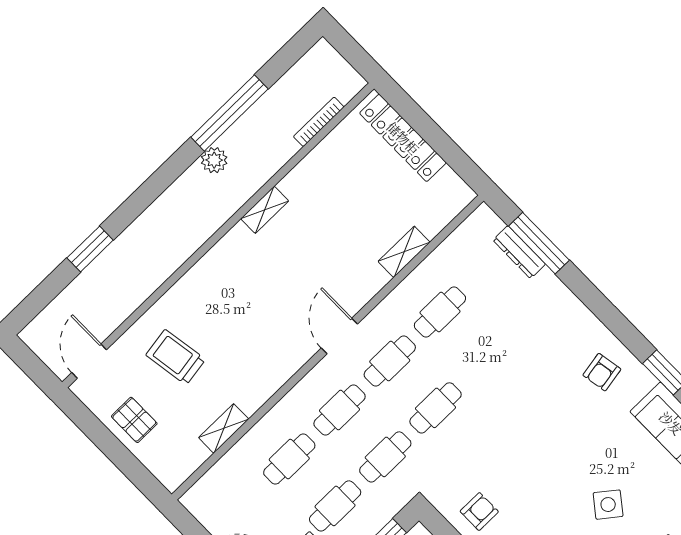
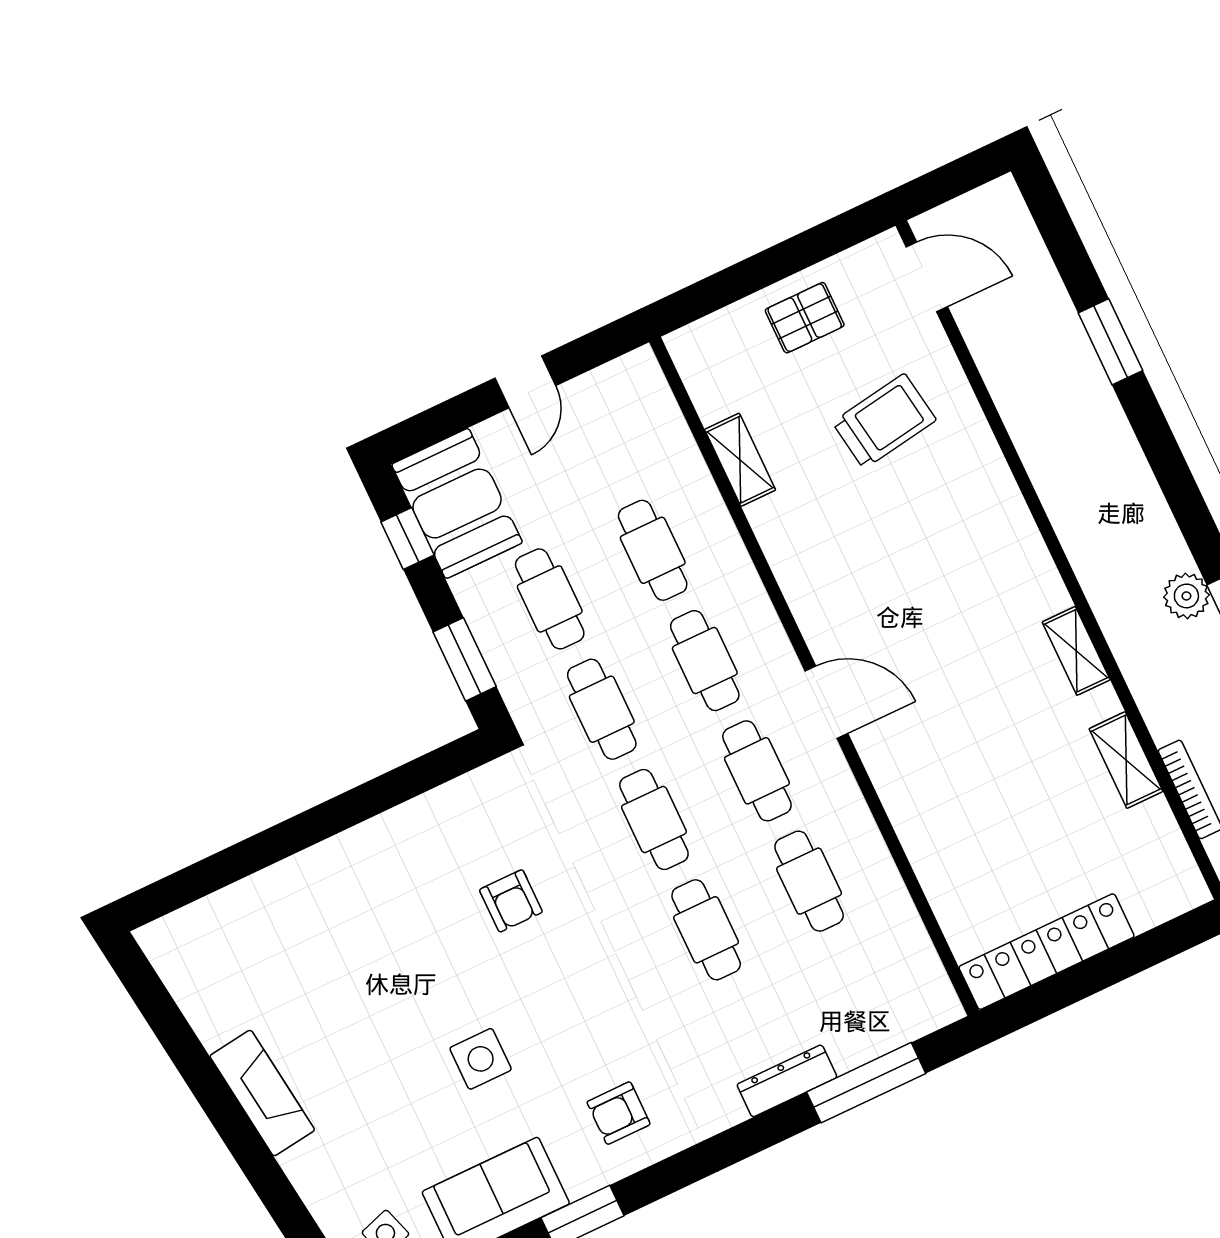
locker: (403, 138) -> (1047, 952), moved
shelving: (404, 252) -> (1126, 760), moved
dresser: (519, 252) -> (787, 1081), moved
cafe table: (486, 359) -> (706, 930), added
armchair: (602, 372) -> (619, 1113), turned -80
side table: (608, 505) -> (481, 1059), moved, turned -38
armchair: (479, 511) -> (511, 901), moved

